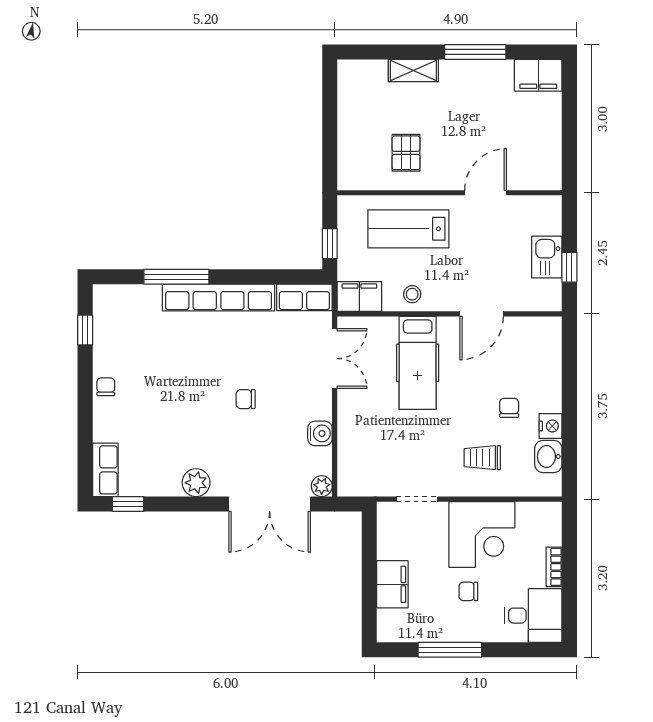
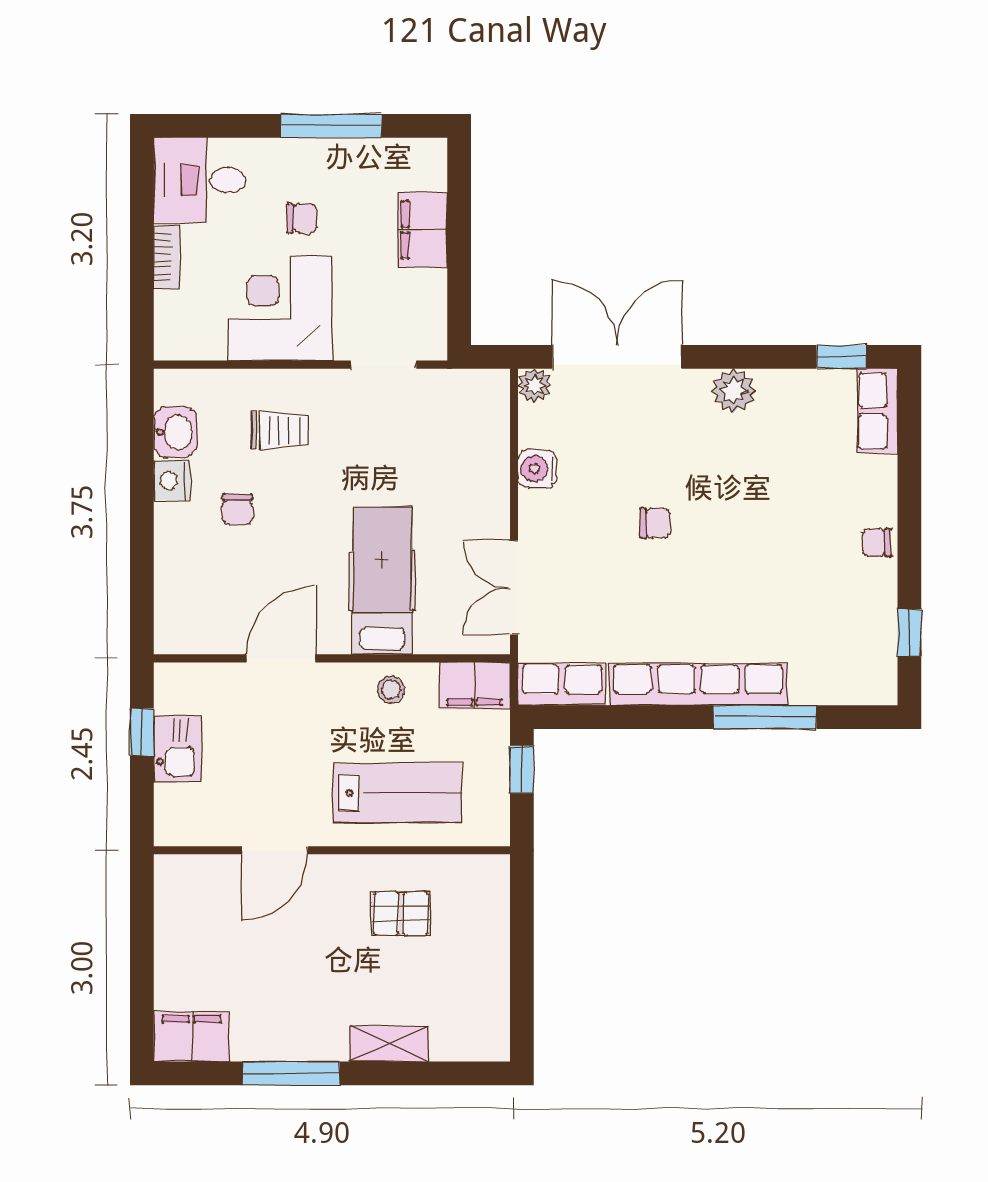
pallet: (406, 153) -> (401, 914), turned 90
chair: (106, 387) -> (877, 543), turned 90

